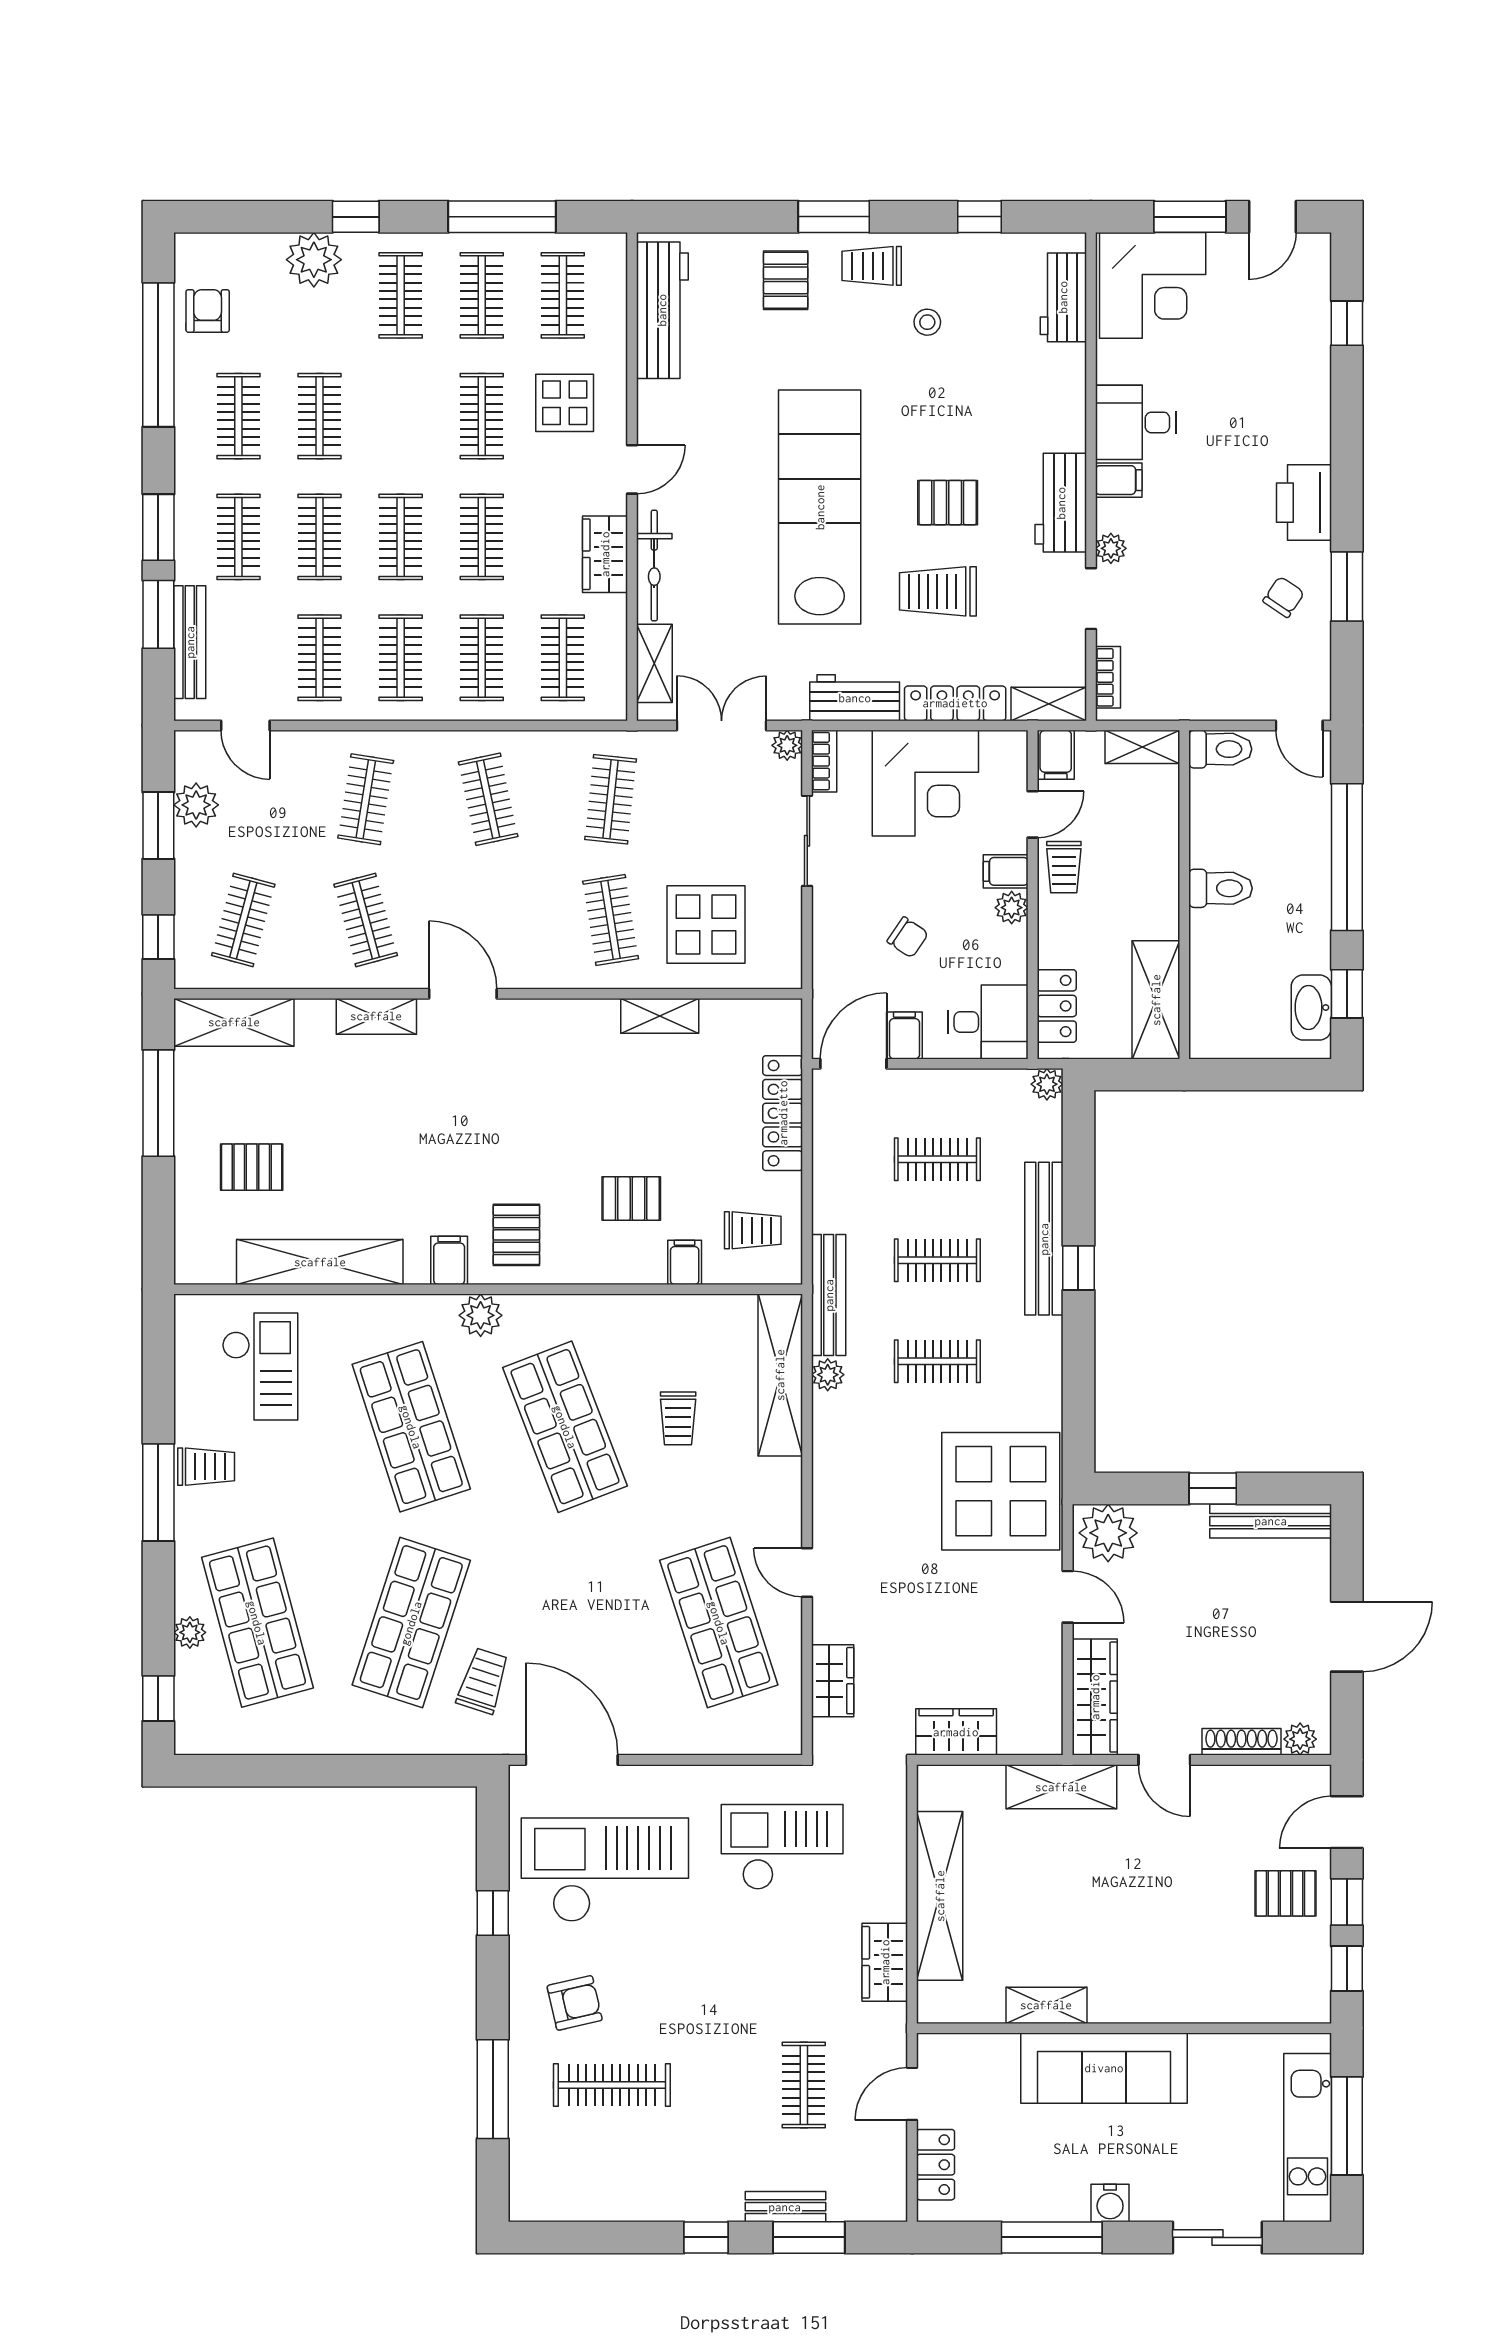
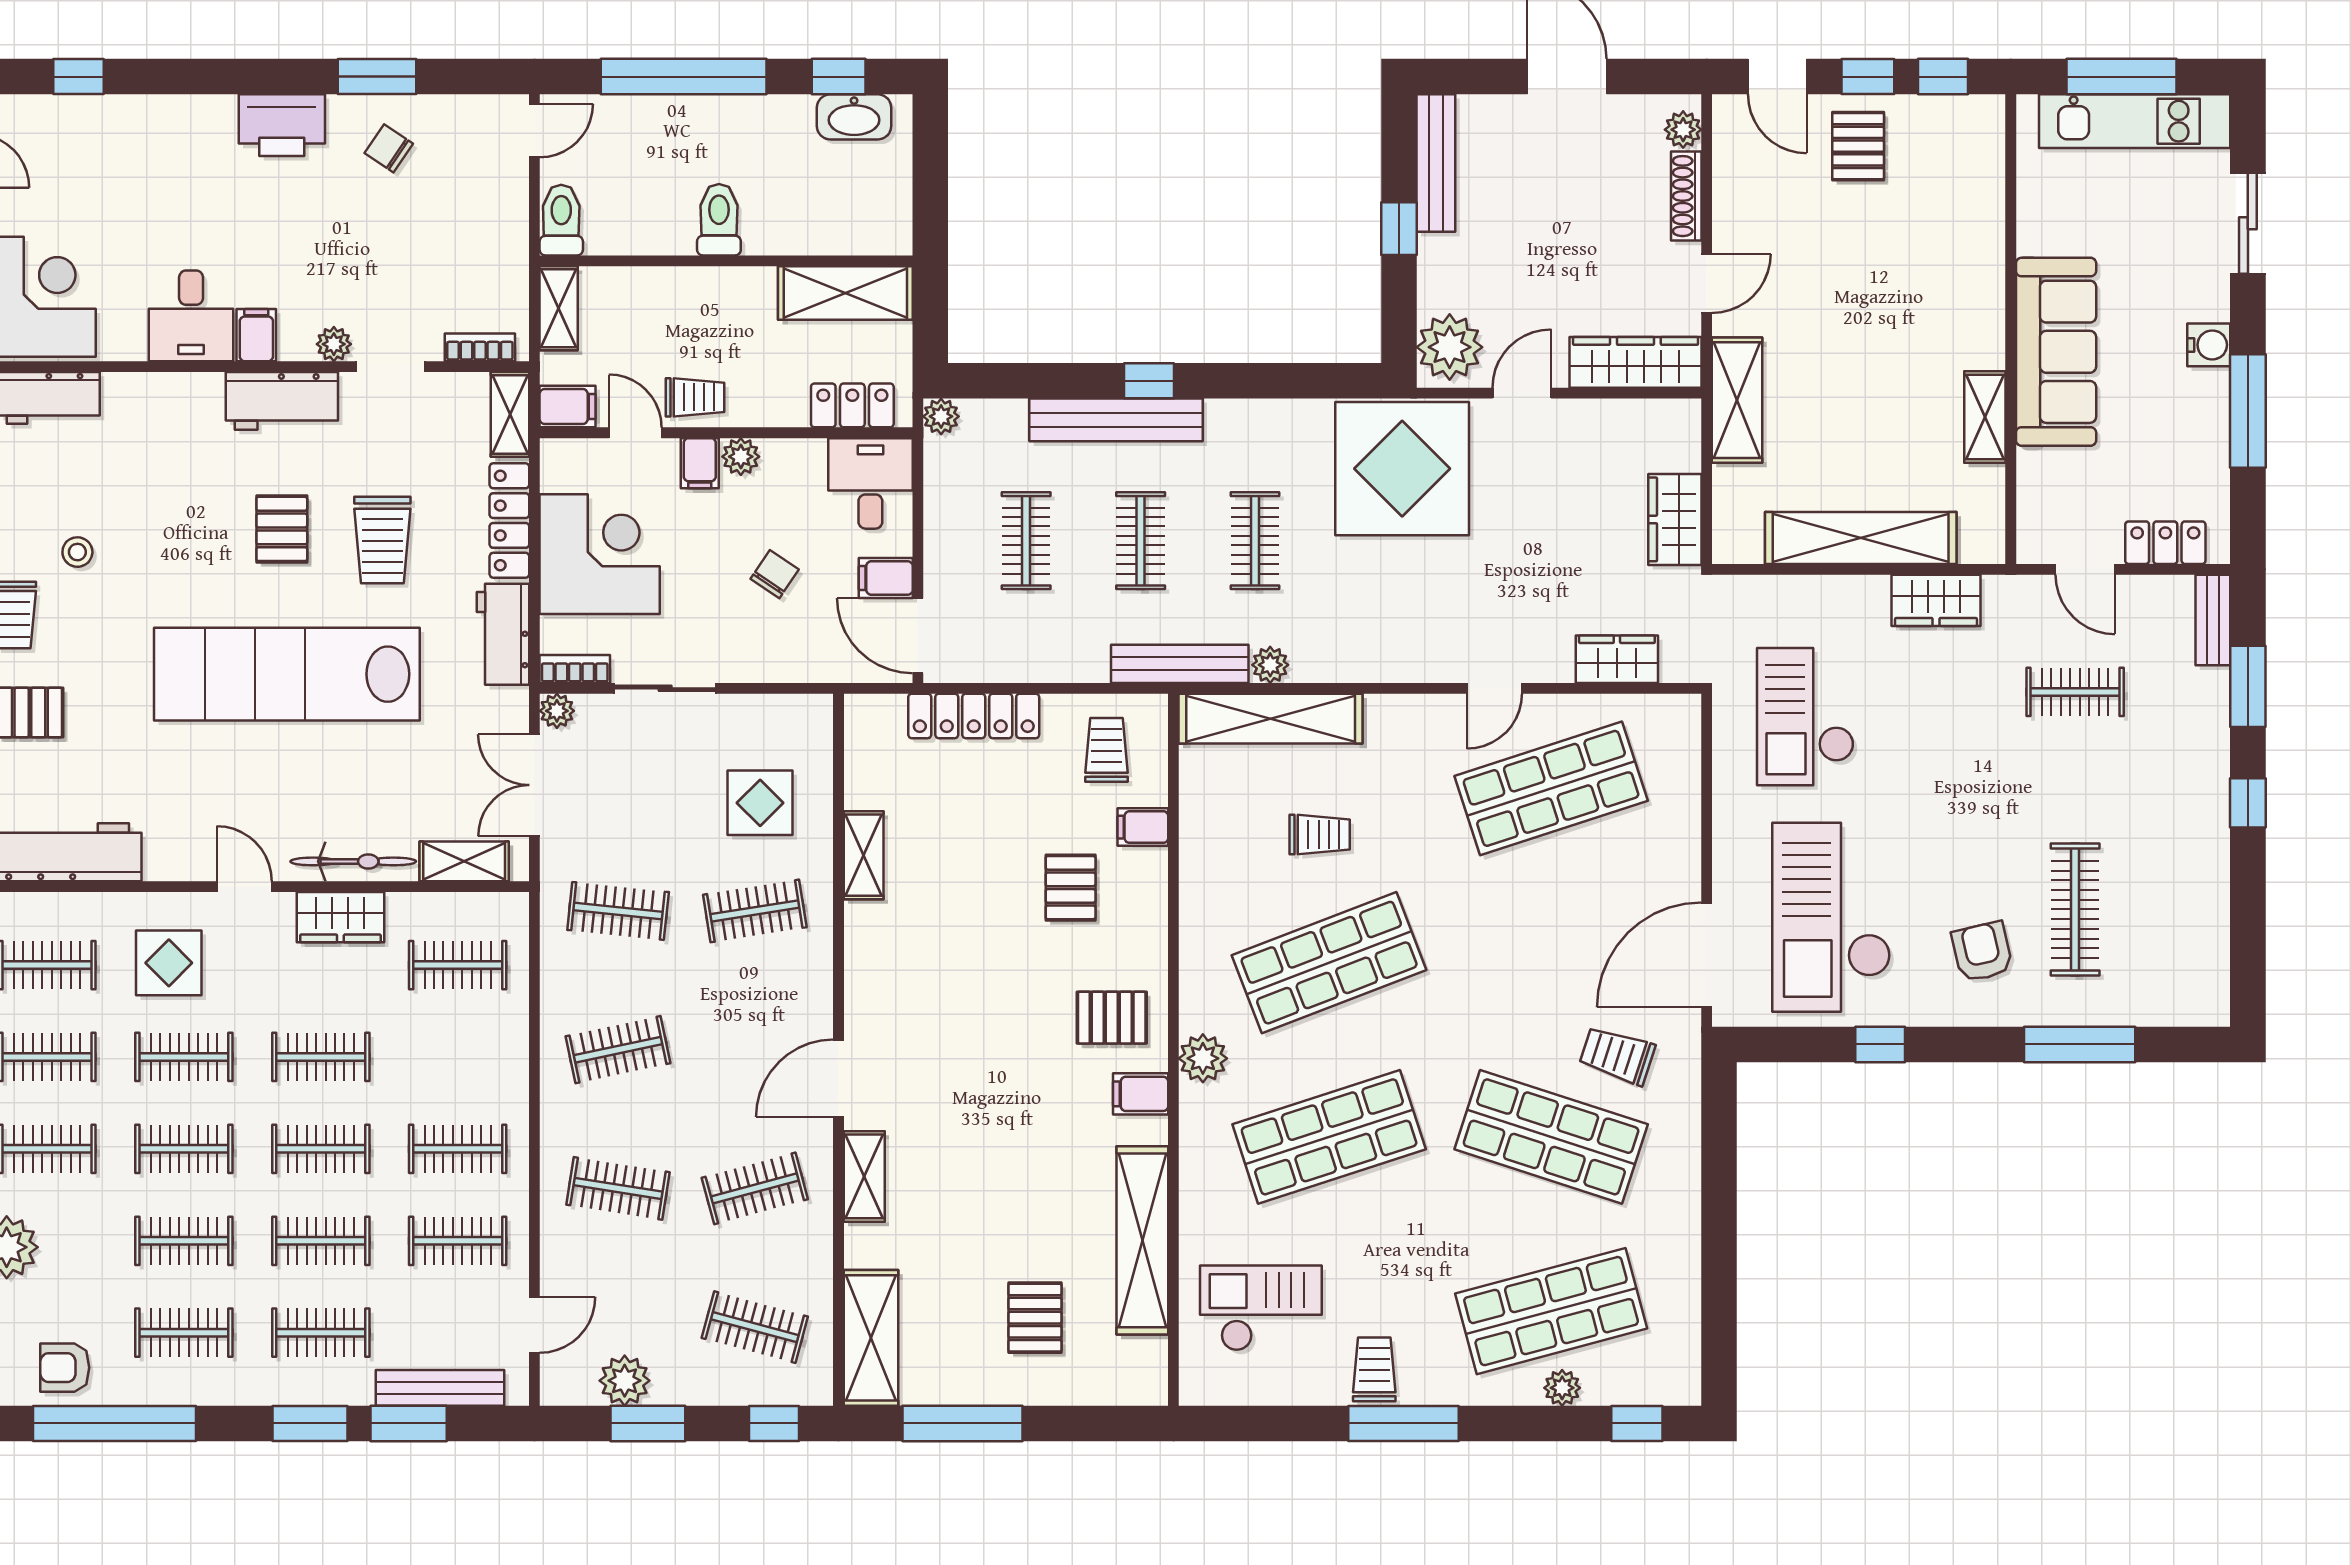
clothes rail: (482, 658) -> (184, 1149), moved
display table: (706, 925) -> (760, 803), width x0.73, depth x0.73
bench: (785, 2207) -> (2213, 620), moved

